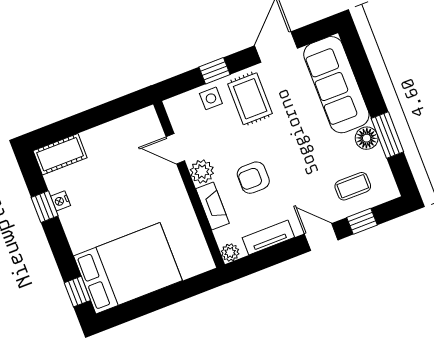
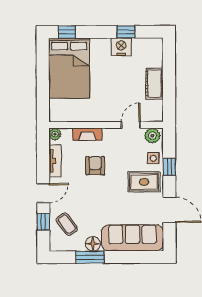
cot: (60, 154) -> (154, 84), moved
plant: (202, 172) -> (152, 136), moved
coffee table: (353, 186) -> (67, 224), turned -37
nightstand: (60, 201) -> (121, 47), width x1.89, depth x1.79

